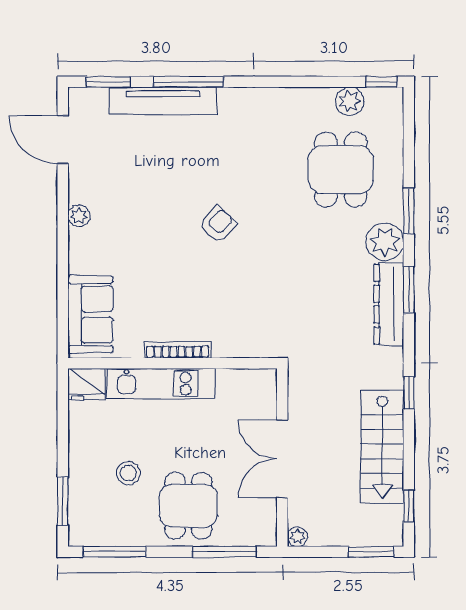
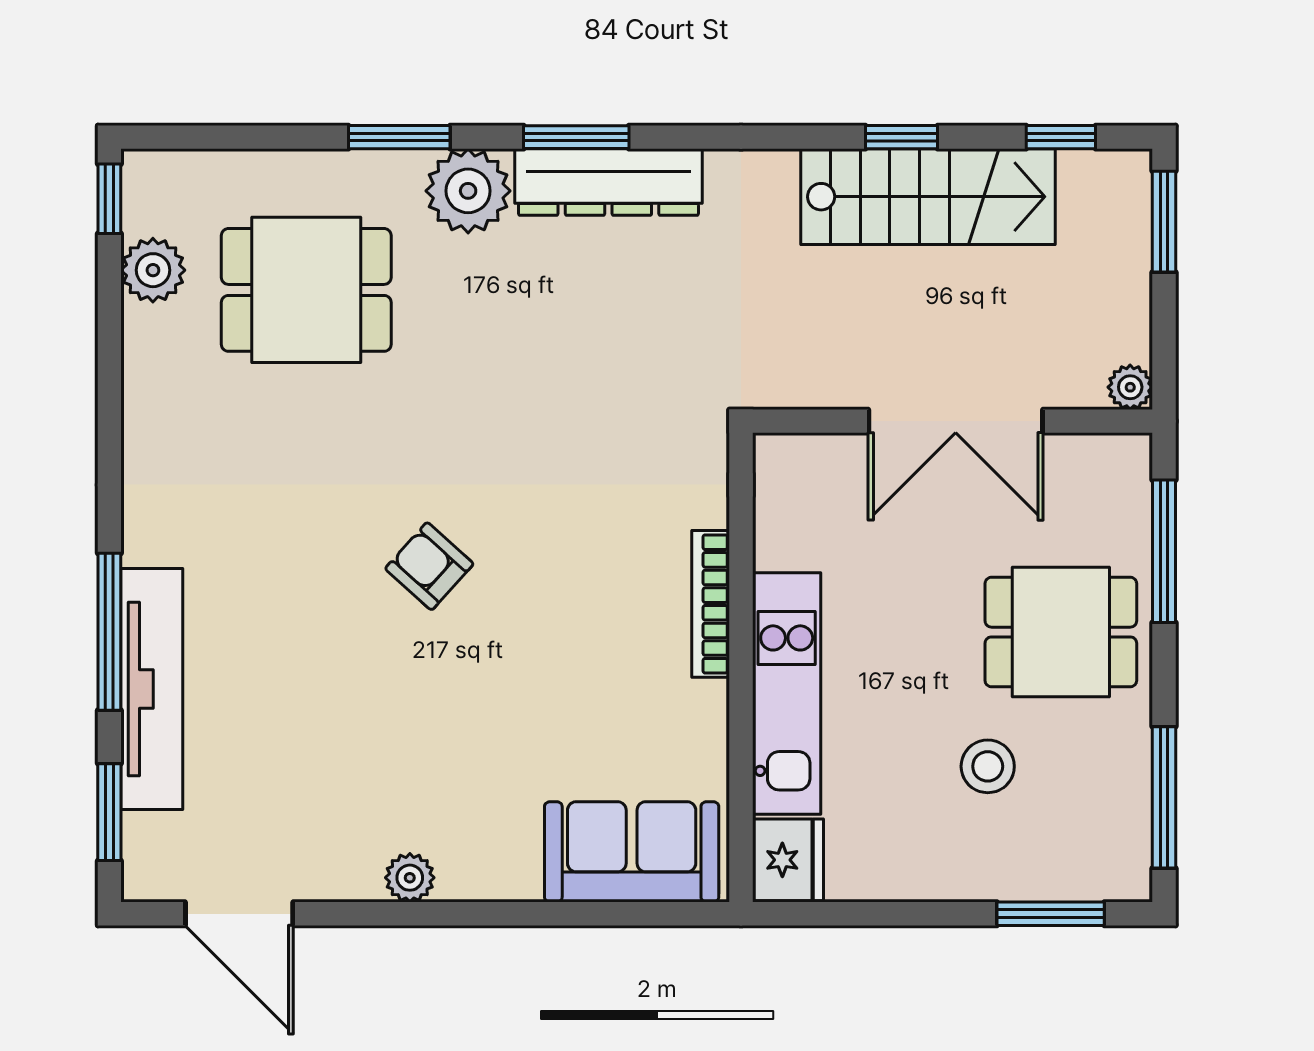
door: (63, 140) -> (239, 914), hinge flipped
bookcase: (177, 350) -> (711, 604), moved
window: (409, 393) -> (901, 137), moved

